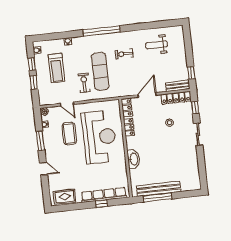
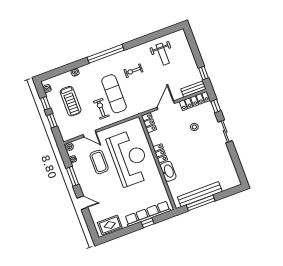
weight bench: (157, 45) -> (163, 54), turned -90
locker: (129, 127) -> (160, 153), moved

